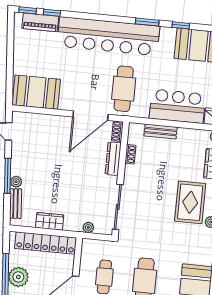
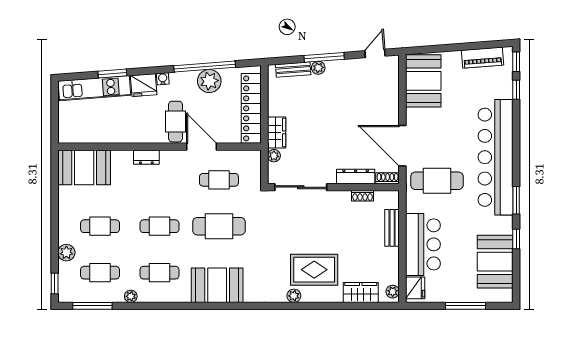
piano: (40, 22) -> (483, 58), moved, turned -94
wardrobe: (50, 221) -> (277, 132), moved

